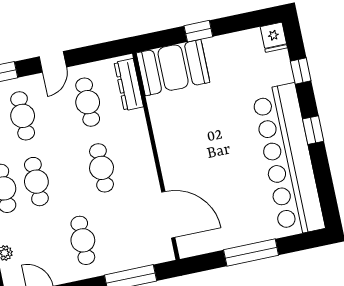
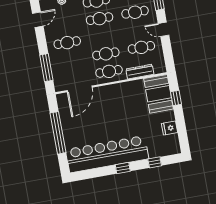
window: (198, 31) -> (176, 98), moved
fridge: (274, 37) -> (170, 128), moved
dresser: (129, 85) -> (140, 72), moved
cafe table: (134, 161) -> (109, 71), added
window: (251, 253) -> (58, 133), width x1.46

